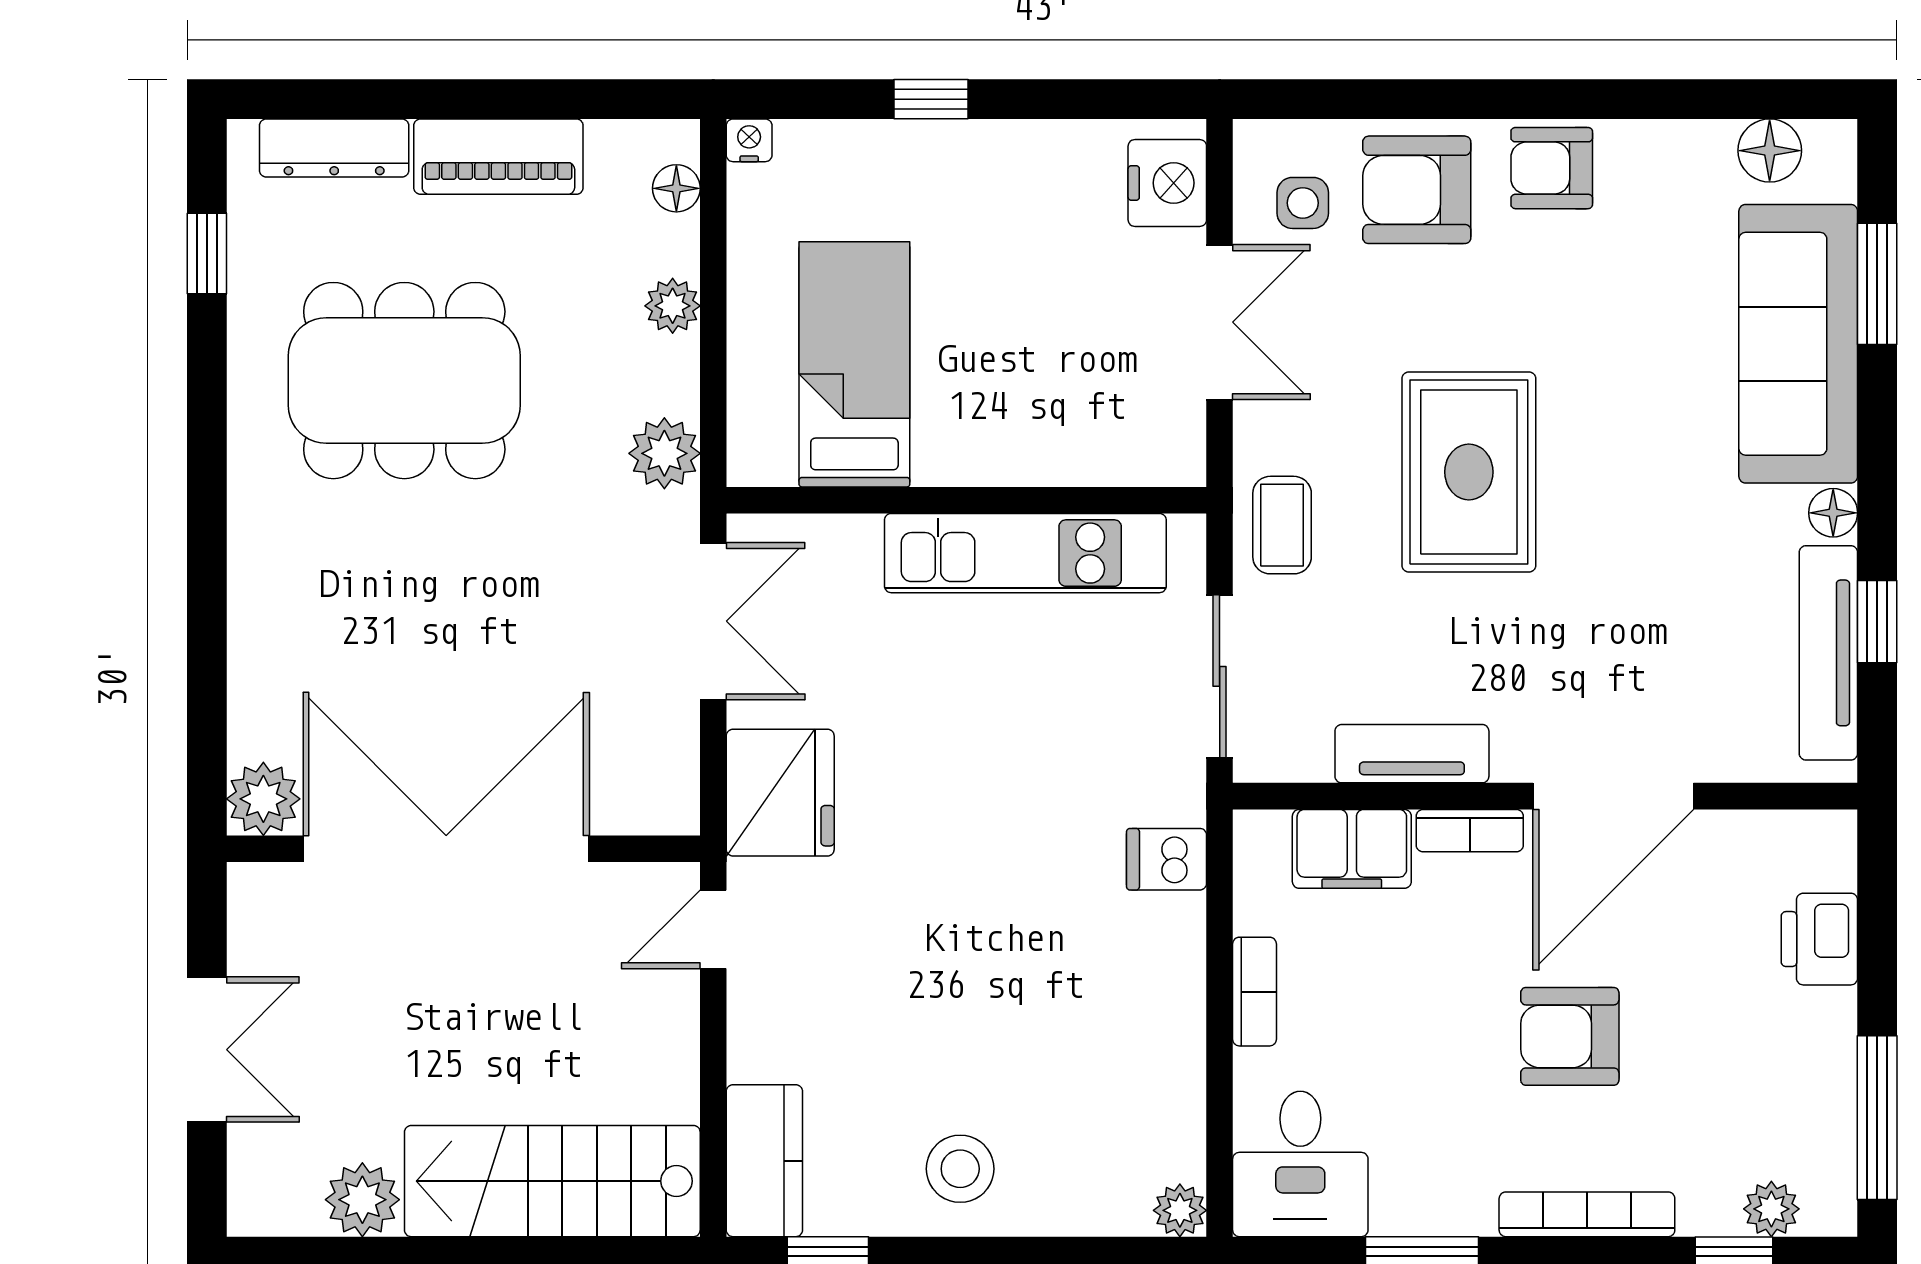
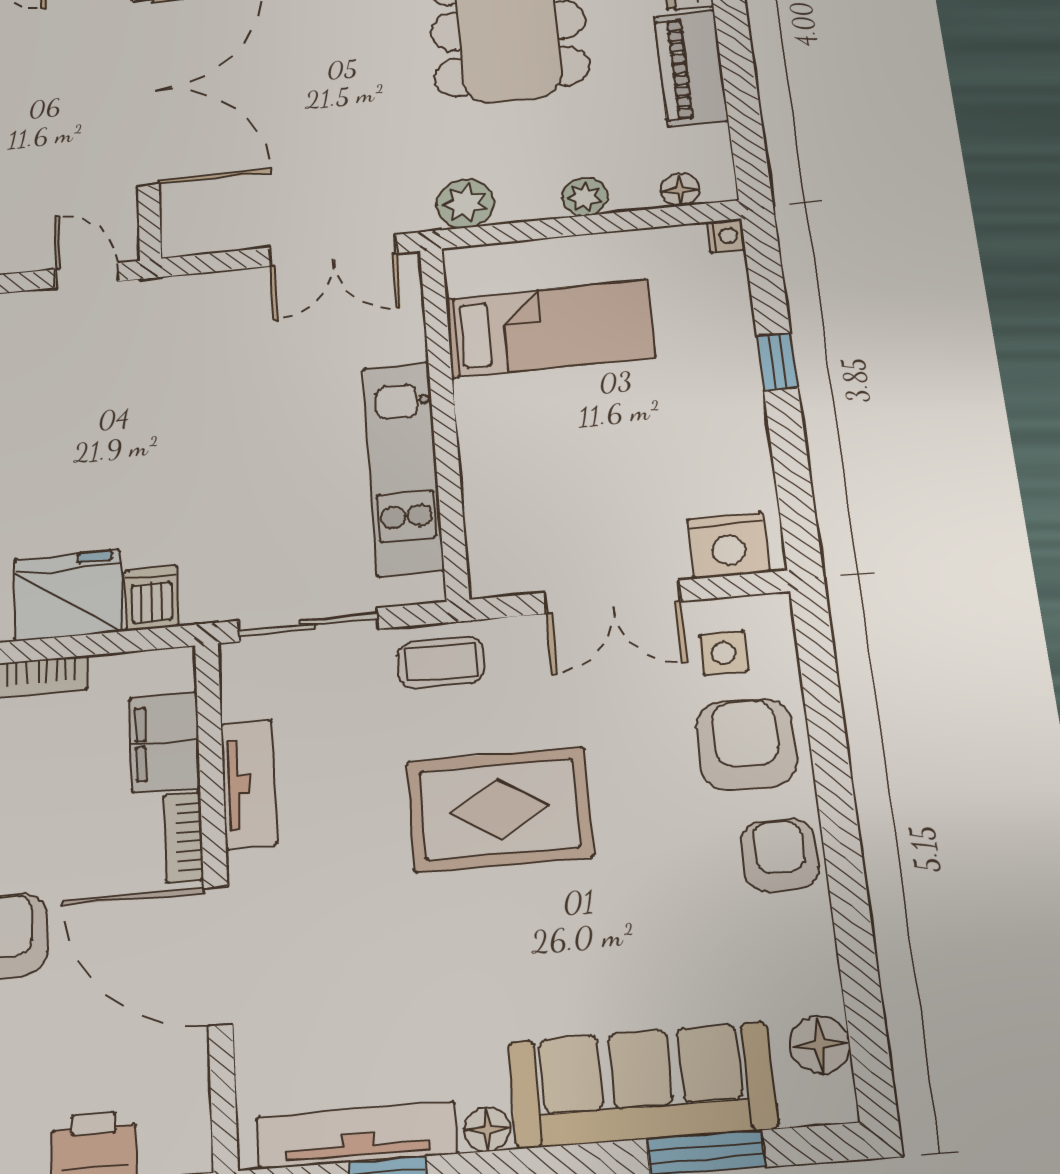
fridge: (780, 793) -> (68, 595), moved, turned 180

